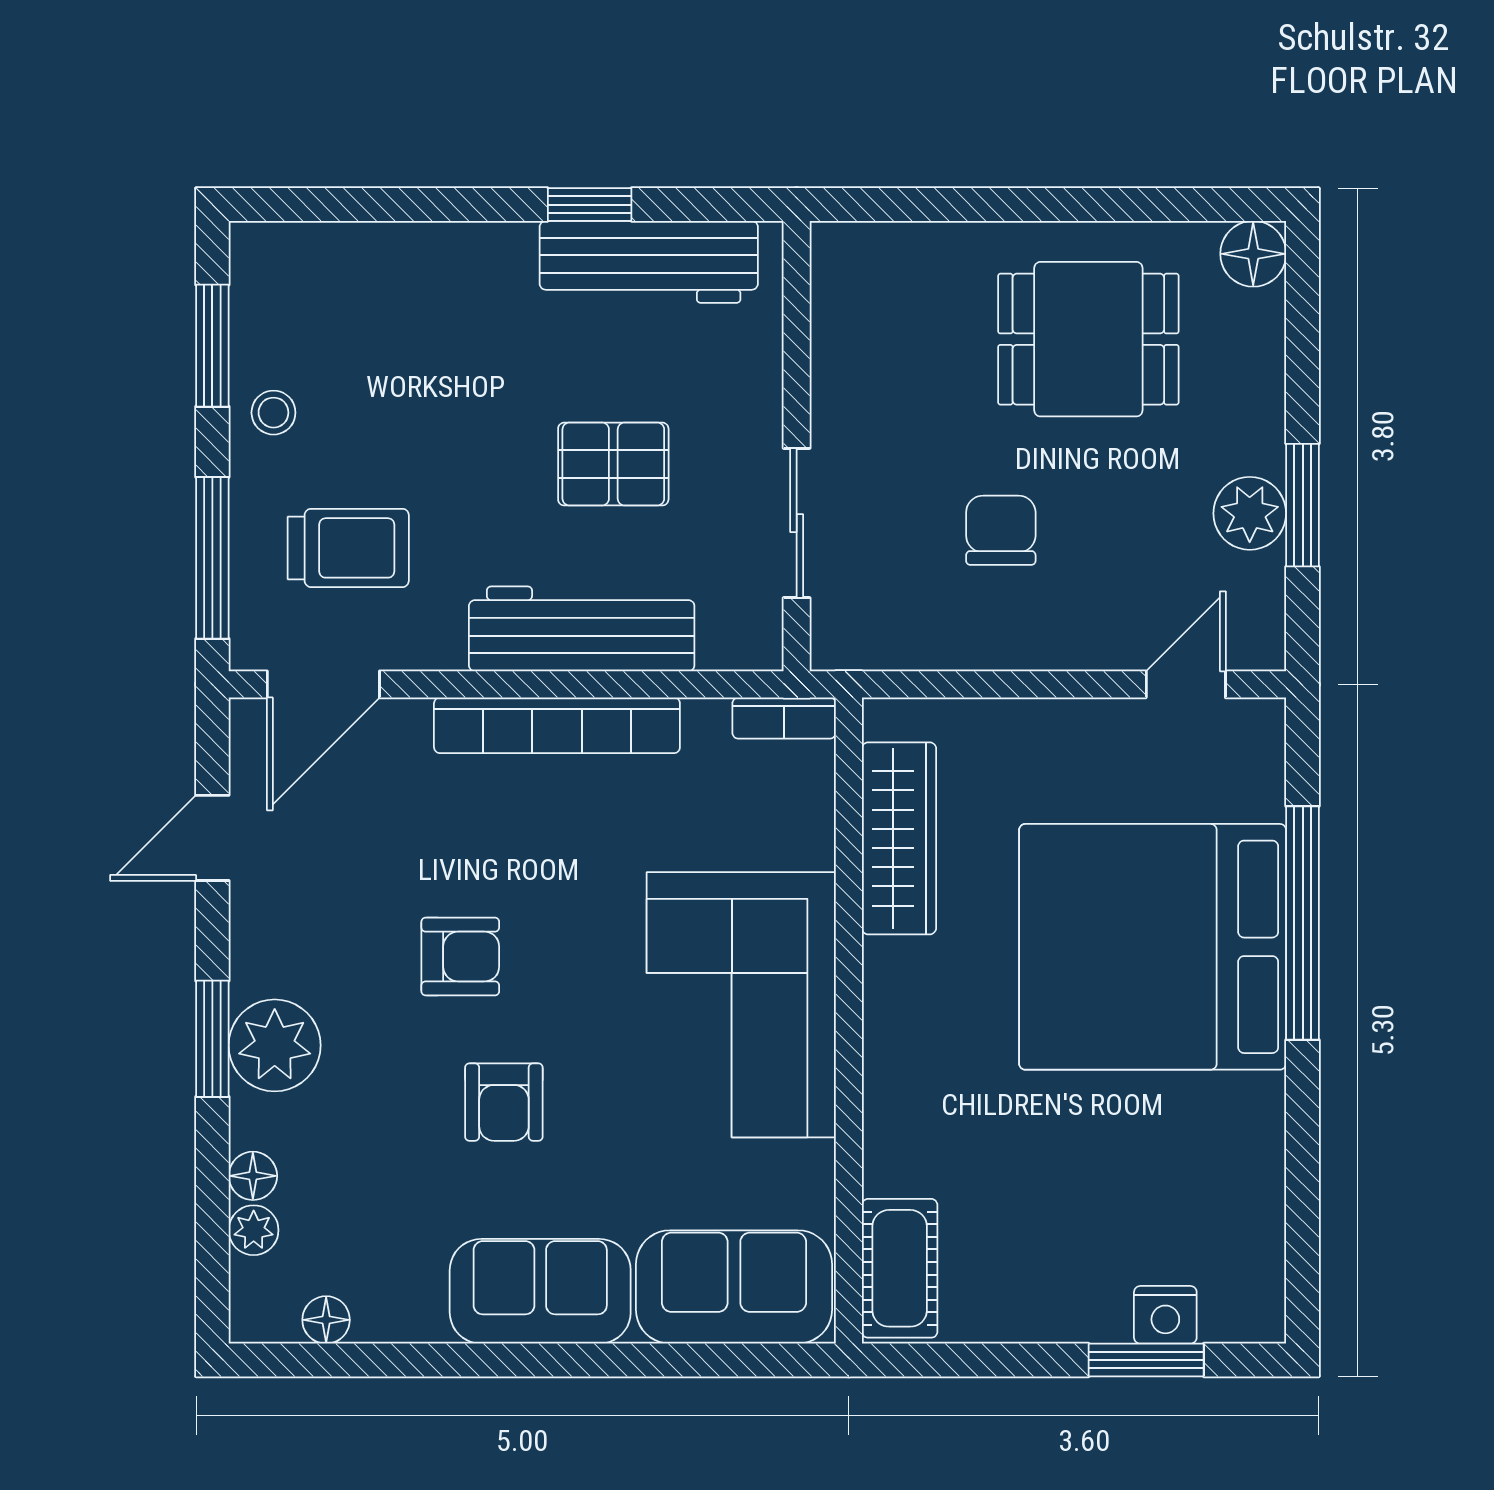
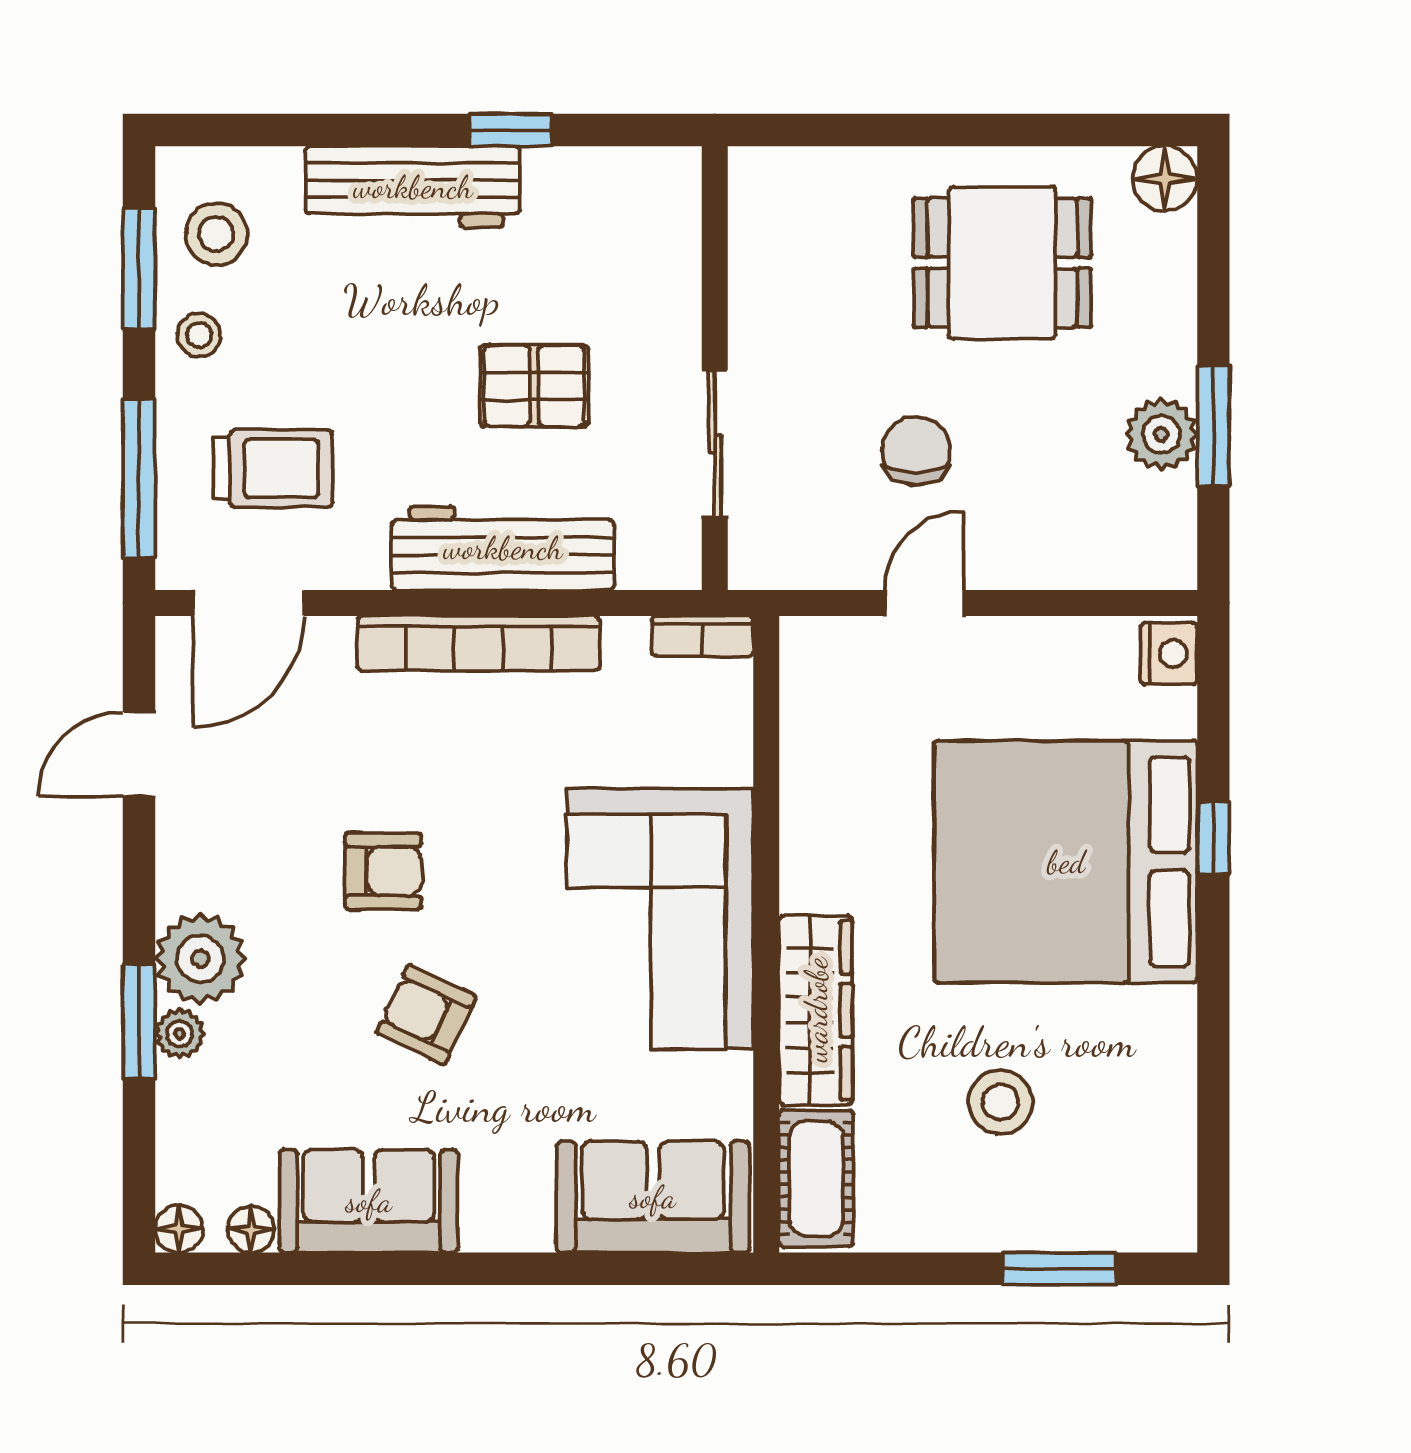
workbench: (649, 262) -> (413, 187), moved
stool: (291, 310) -> (216, 234), added
door: (1186, 684) -> (924, 603), moved
wardrobe: (899, 838) -> (816, 1010), moved
window: (1303, 923) -> (1213, 838), width x0.32
window: (212, 1039) -> (139, 1021), moved
armchair: (504, 1102) -> (426, 1015), turned 115
floor lamp: (253, 1176) -> (179, 1229), moved
stool: (1087, 1191) -> (1001, 1102), added
plant: (254, 1230) -> (180, 1034), moved
sofa: (540, 1291) -> (369, 1201), moved
nightstand: (1165, 1315) -> (1169, 654), moved, turned -90

